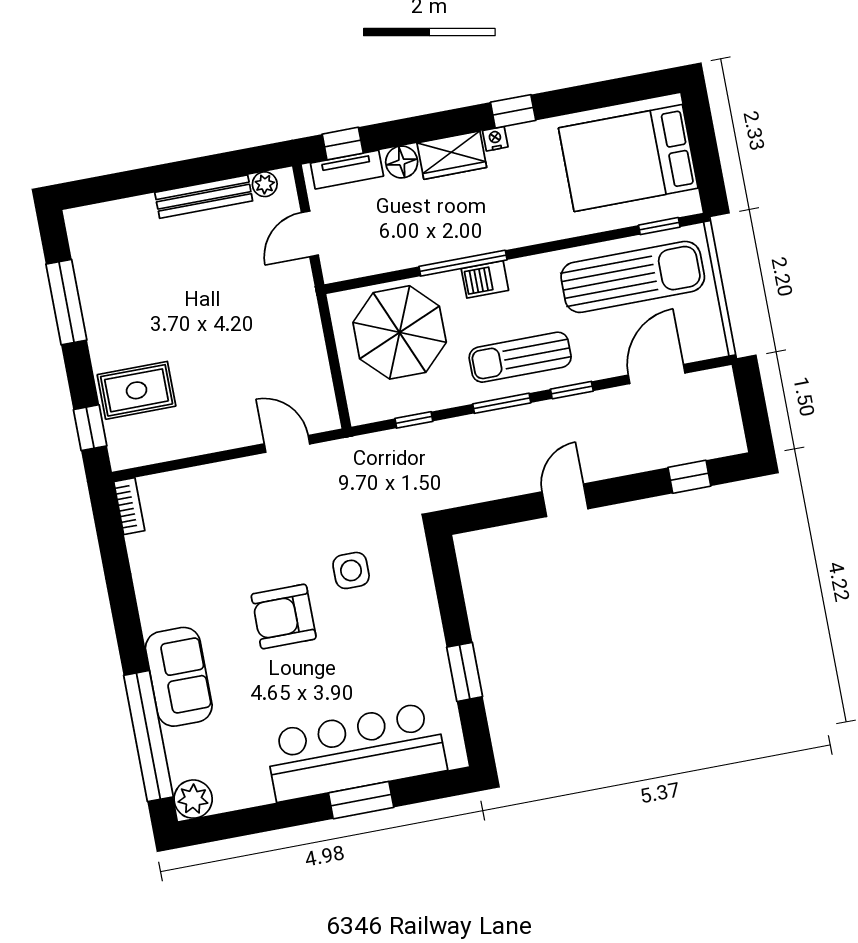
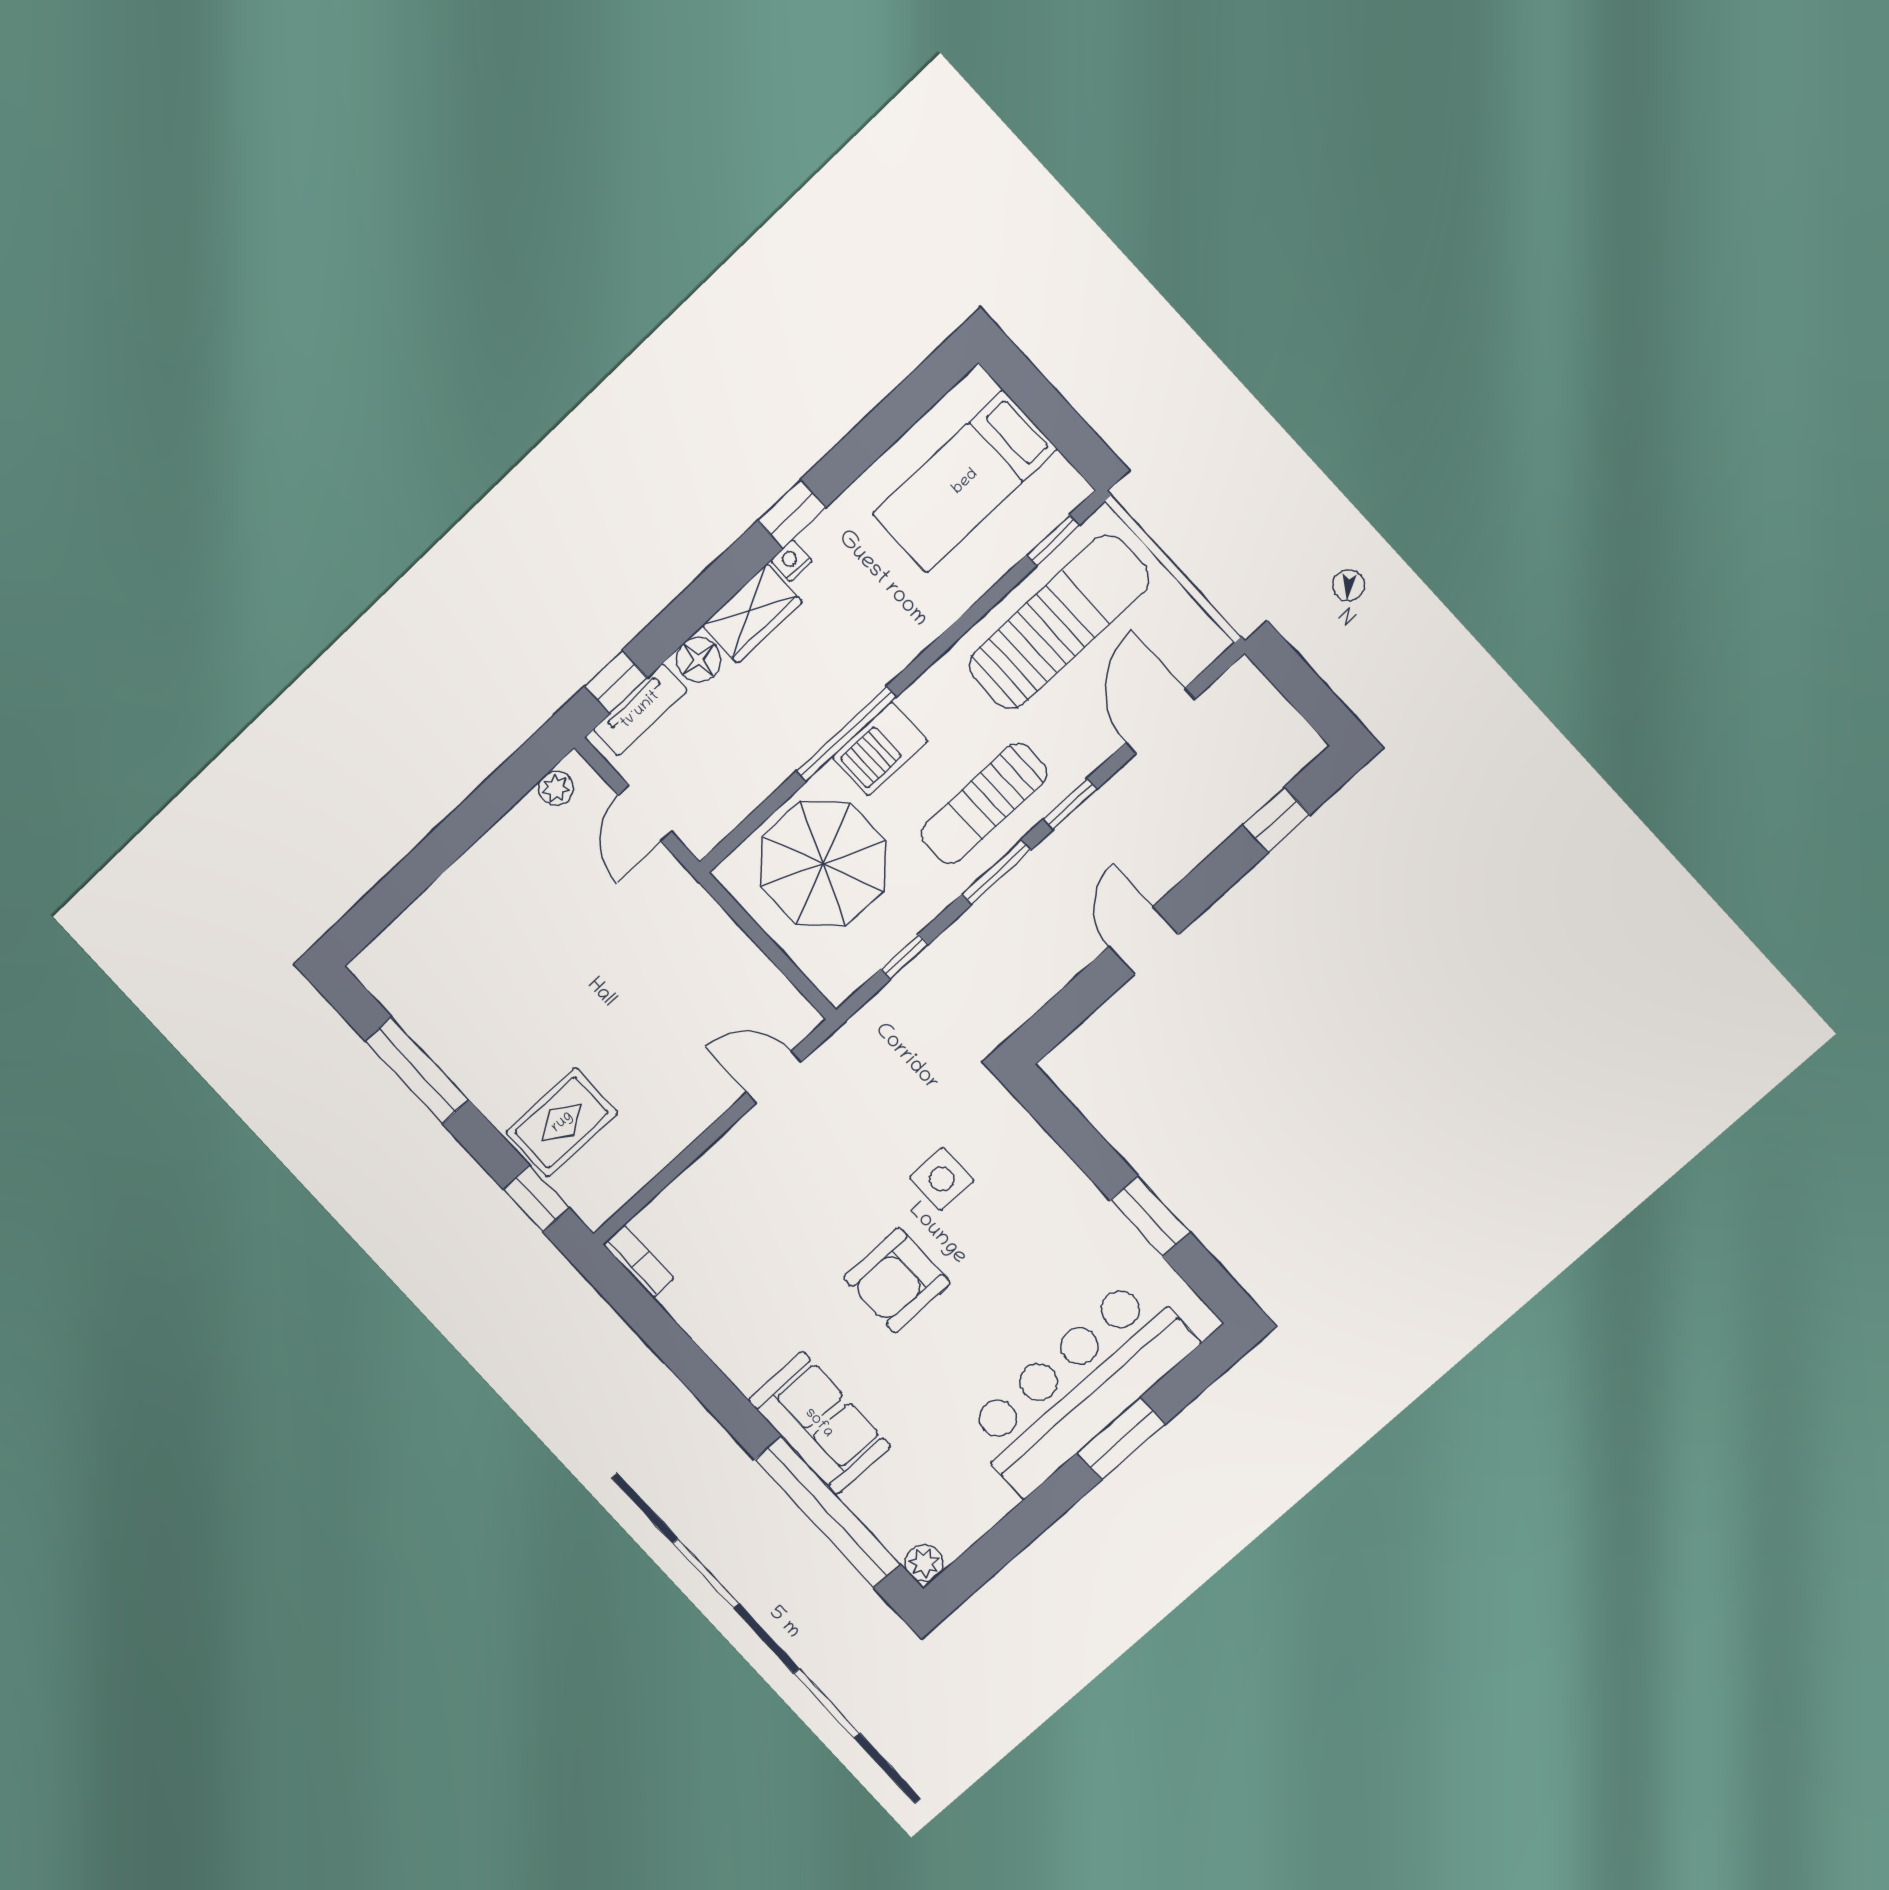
bed: (628, 158) -> (965, 482), width x0.67
bench: (204, 197) -> (495, 848), removed
barbecue: (485, 279) -> (880, 749), width x1.38, depth x1.27
plant: (193, 799) -> (924, 1563), width x0.73, depth x0.73

